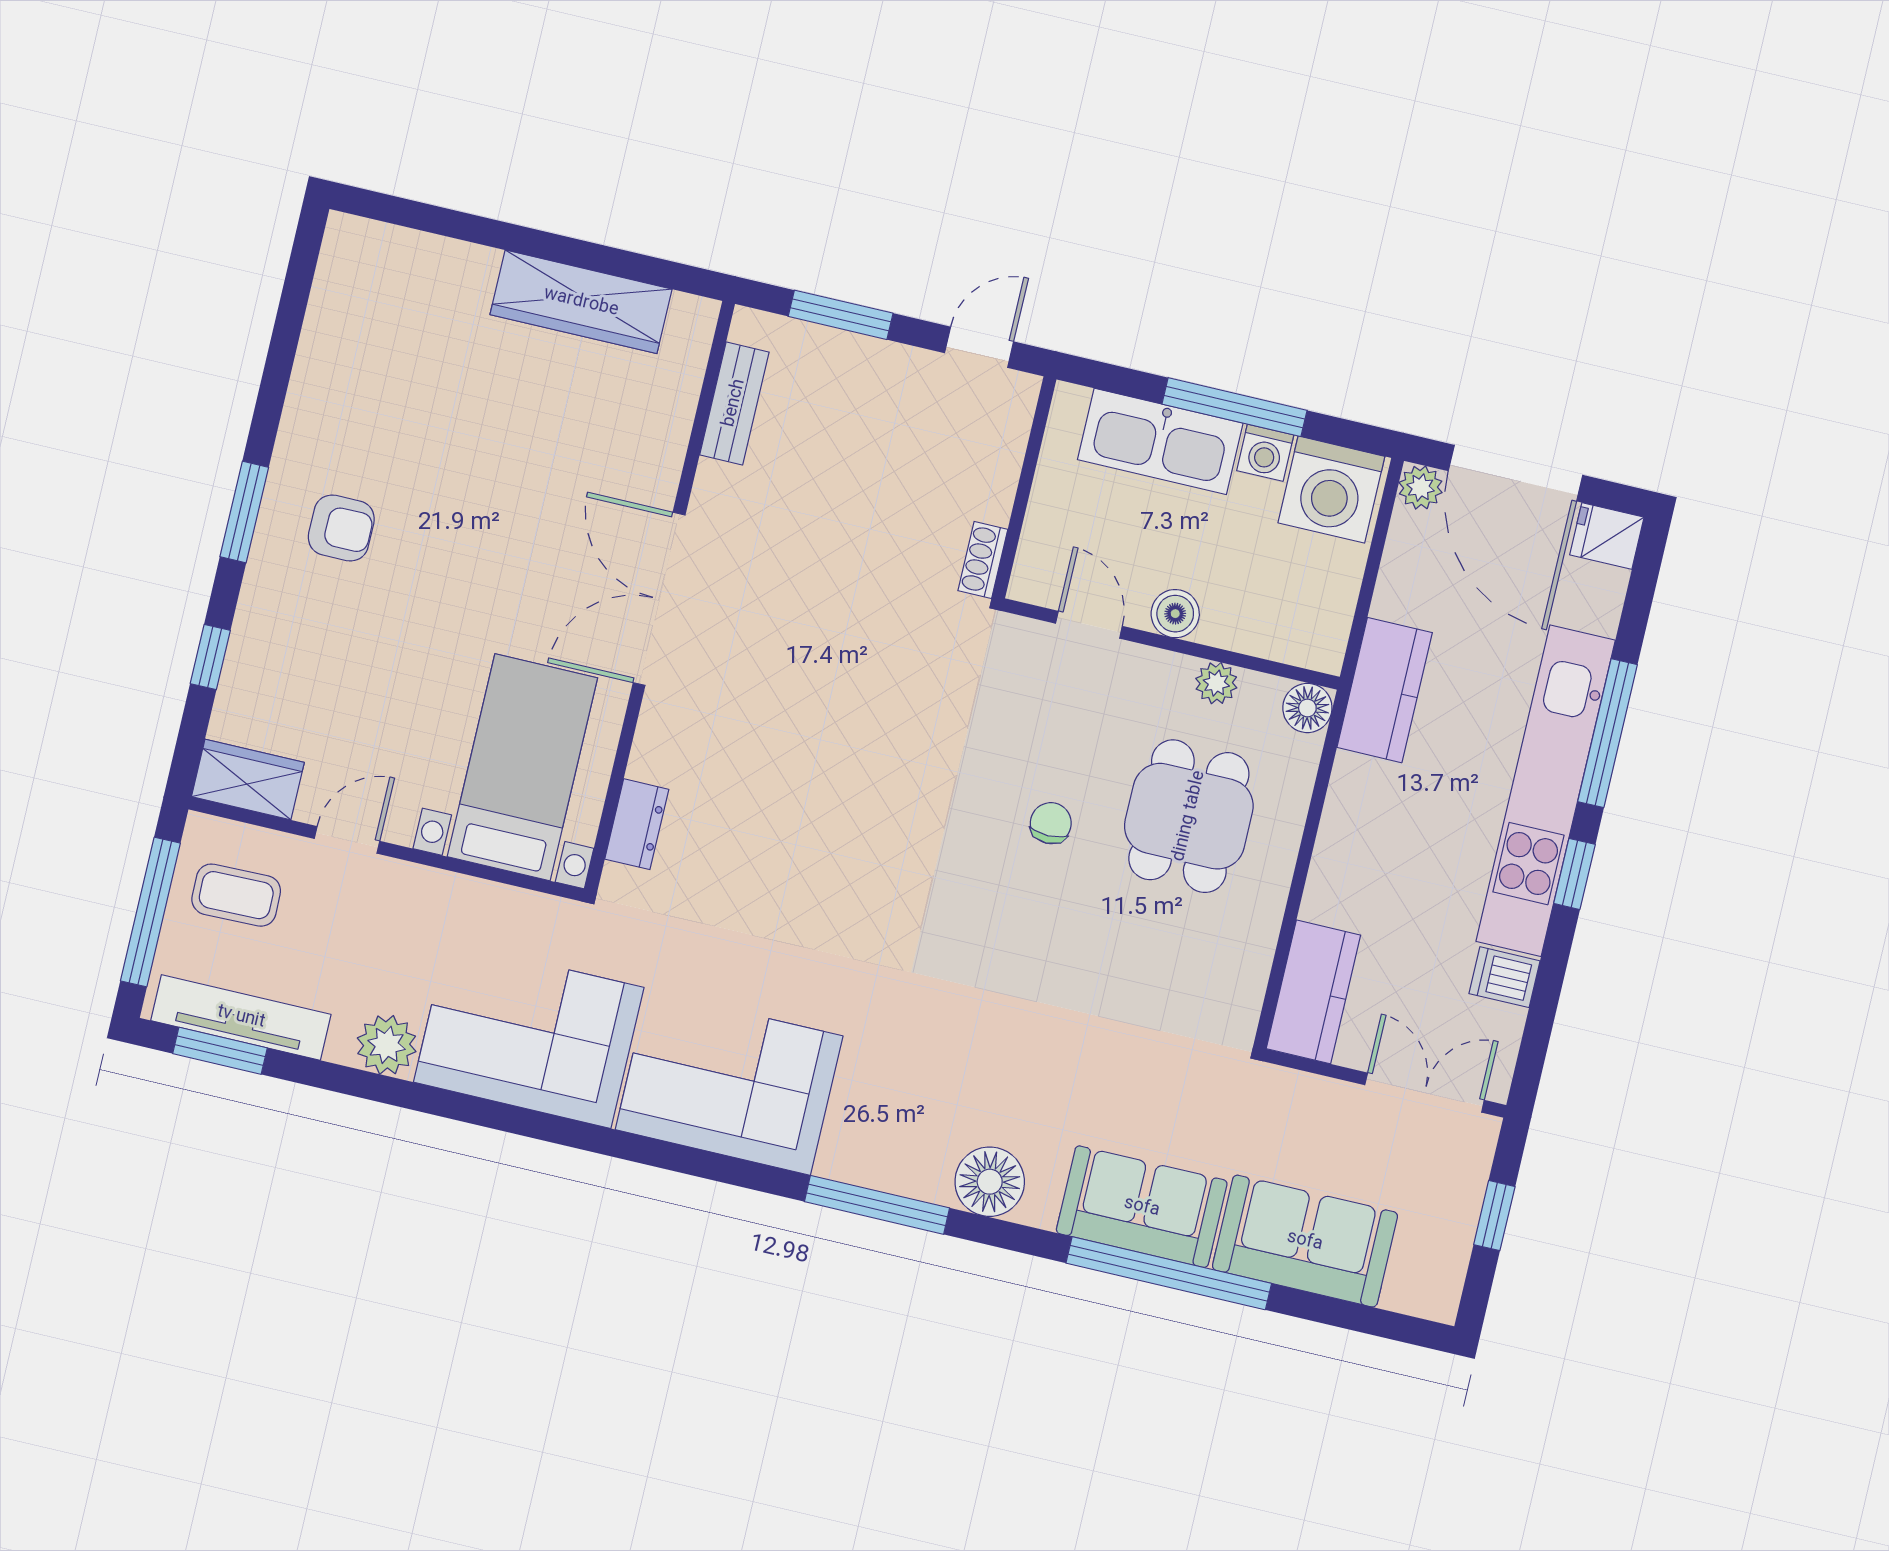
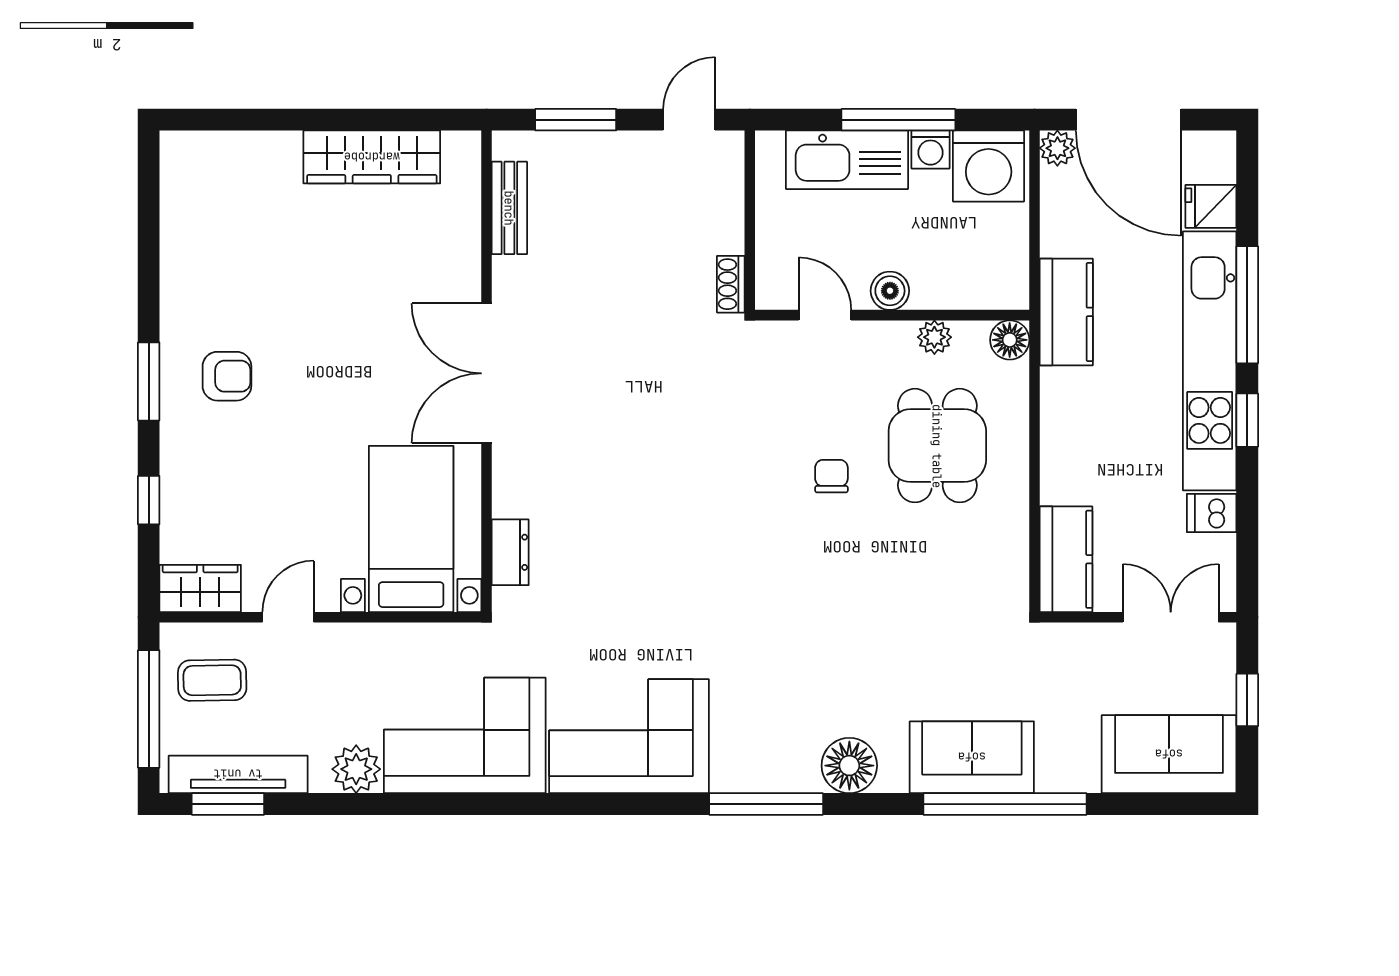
fridge: (1607, 536) -> (1211, 206), moved
sofa: (1305, 1241) -> (1169, 754), moved

